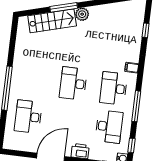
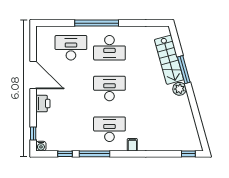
window: (146, 30) -> (188, 154), moved
desk: (109, 127) -> (109, 48), moved
window: (131, 145) -> (65, 154), moved

